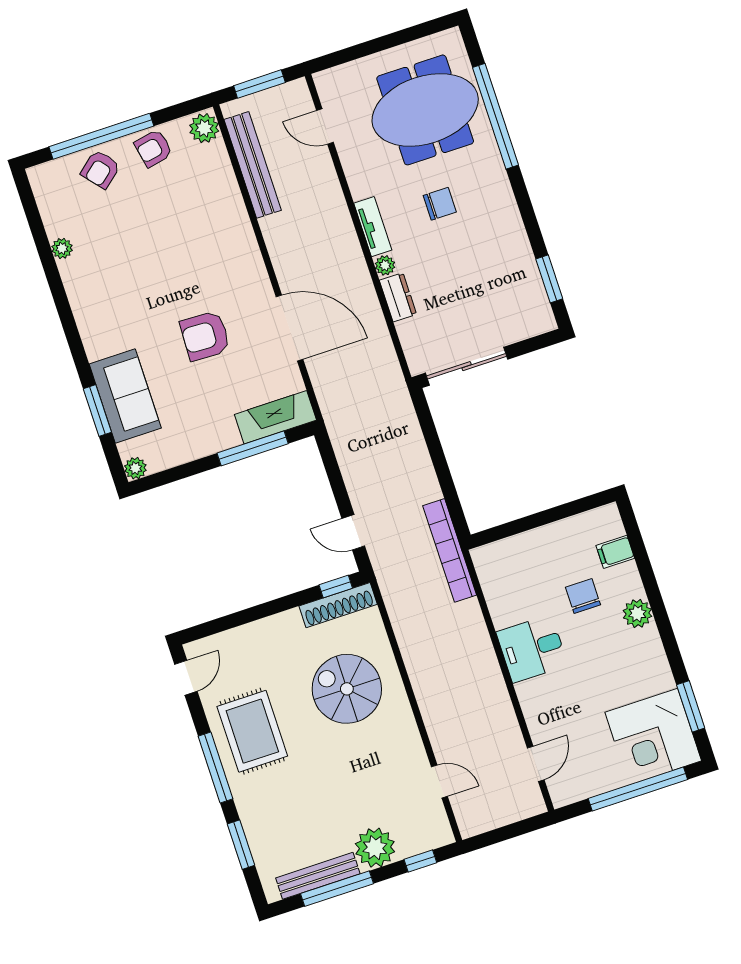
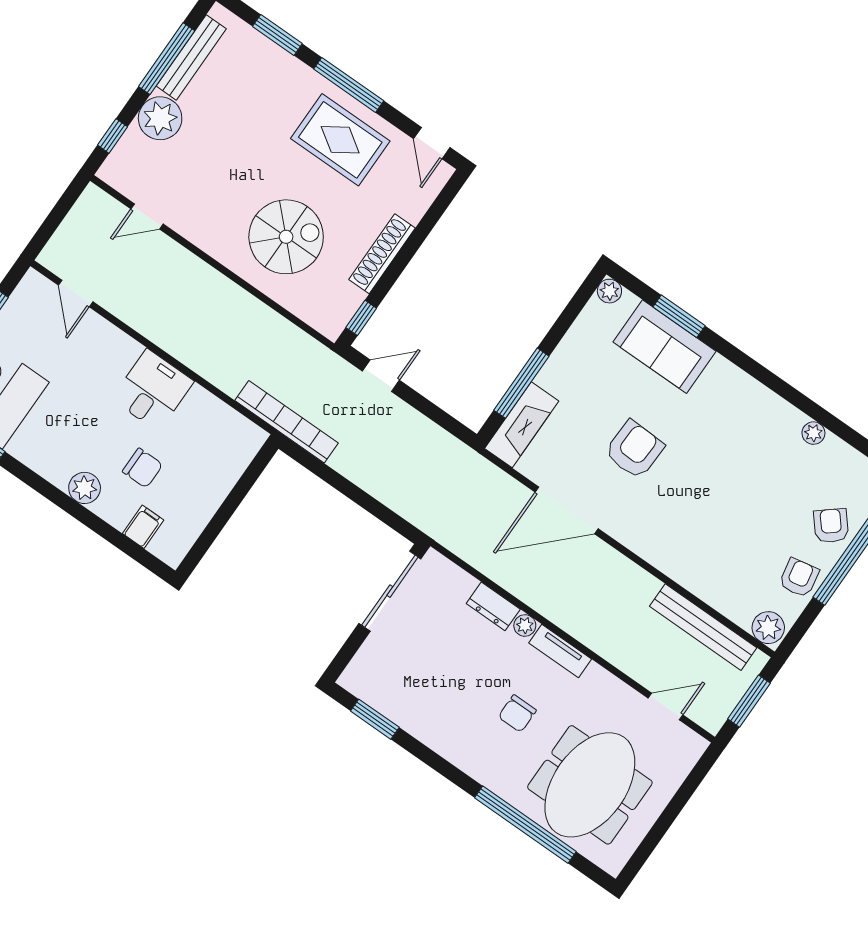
shoe rack: (338, 605) -> (382, 254), moved

